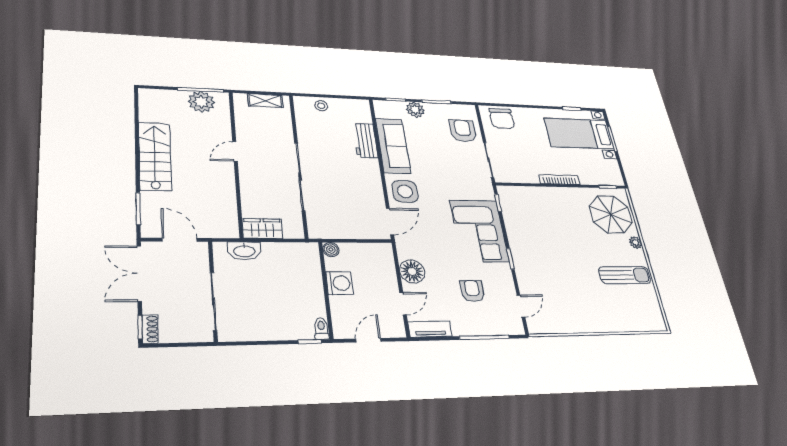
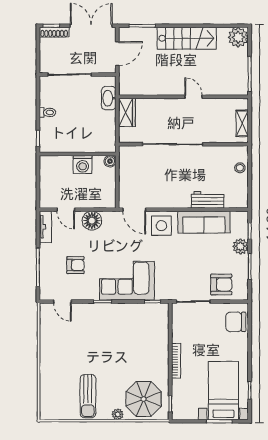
plant: (201, 102) -> (238, 37), moved
shoe rack: (150, 329) -> (54, 32), width x1.43
toilet: (321, 329) -> (47, 112), moved
door: (368, 340) -> (38, 180), removed

